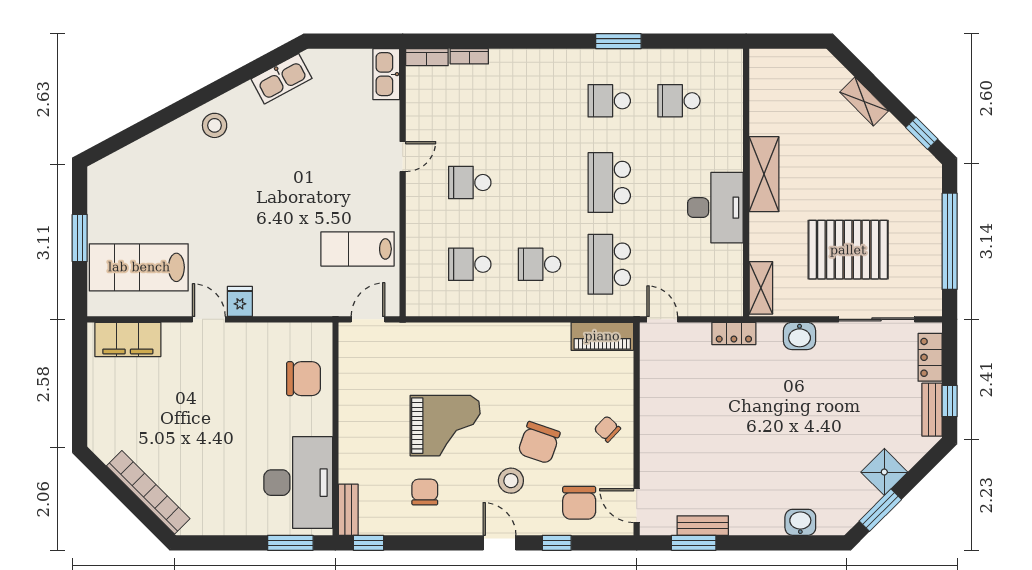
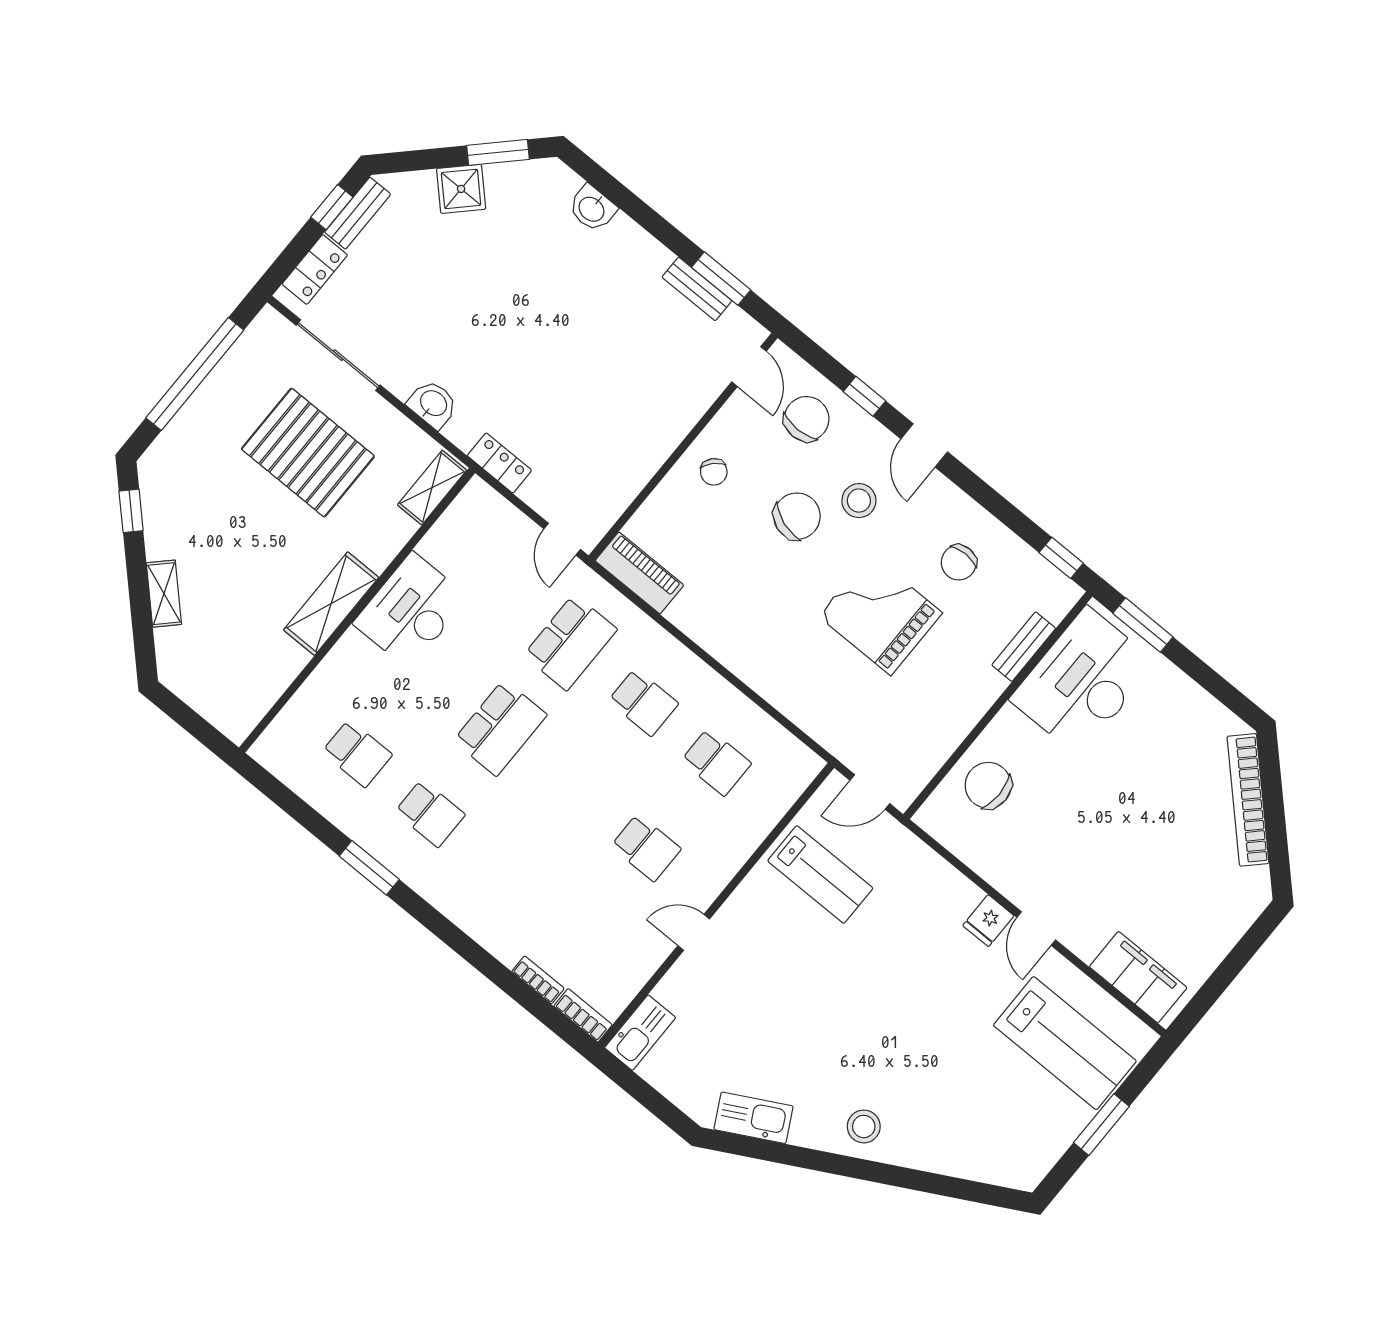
bench: (348, 510) -> (1024, 647), moved

